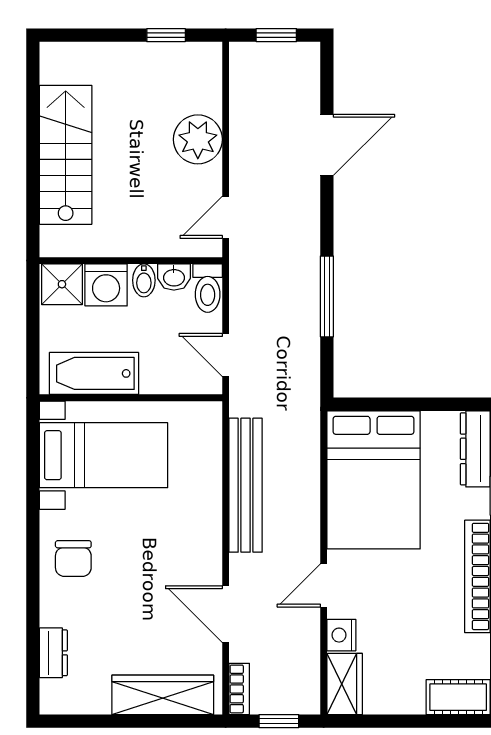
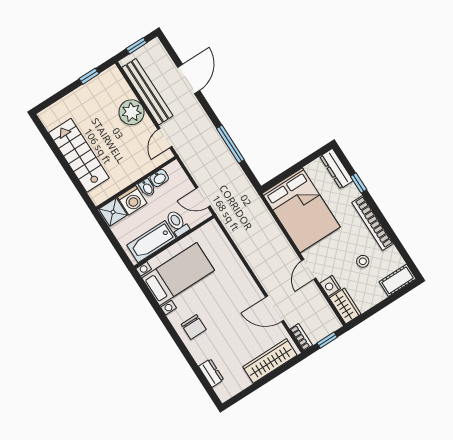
toilet: (208, 288) -> (177, 223), moved, turned 180
bench: (246, 485) -> (147, 92), moved
stool: (421, 629) -> (363, 261), added

